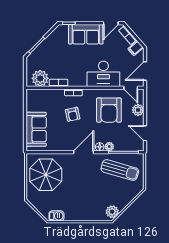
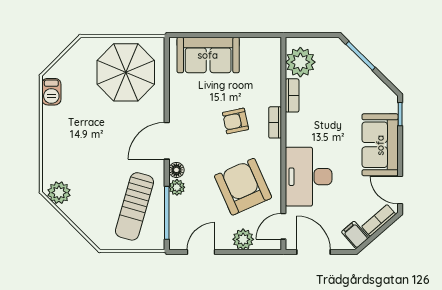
armchair: (109, 110) -> (243, 187), turned 66
door: (84, 152) -> (167, 141), swing flipped

